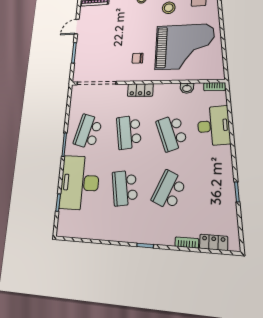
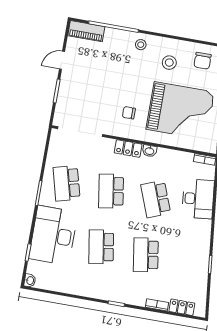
washbasin: (187, 88) -> (149, 151), moved
school desk: (88, 132) -> (67, 183), turned -30
school desk: (169, 190) -> (146, 255), turned -33
washbasin: (61, 230) -> (30, 281), added

